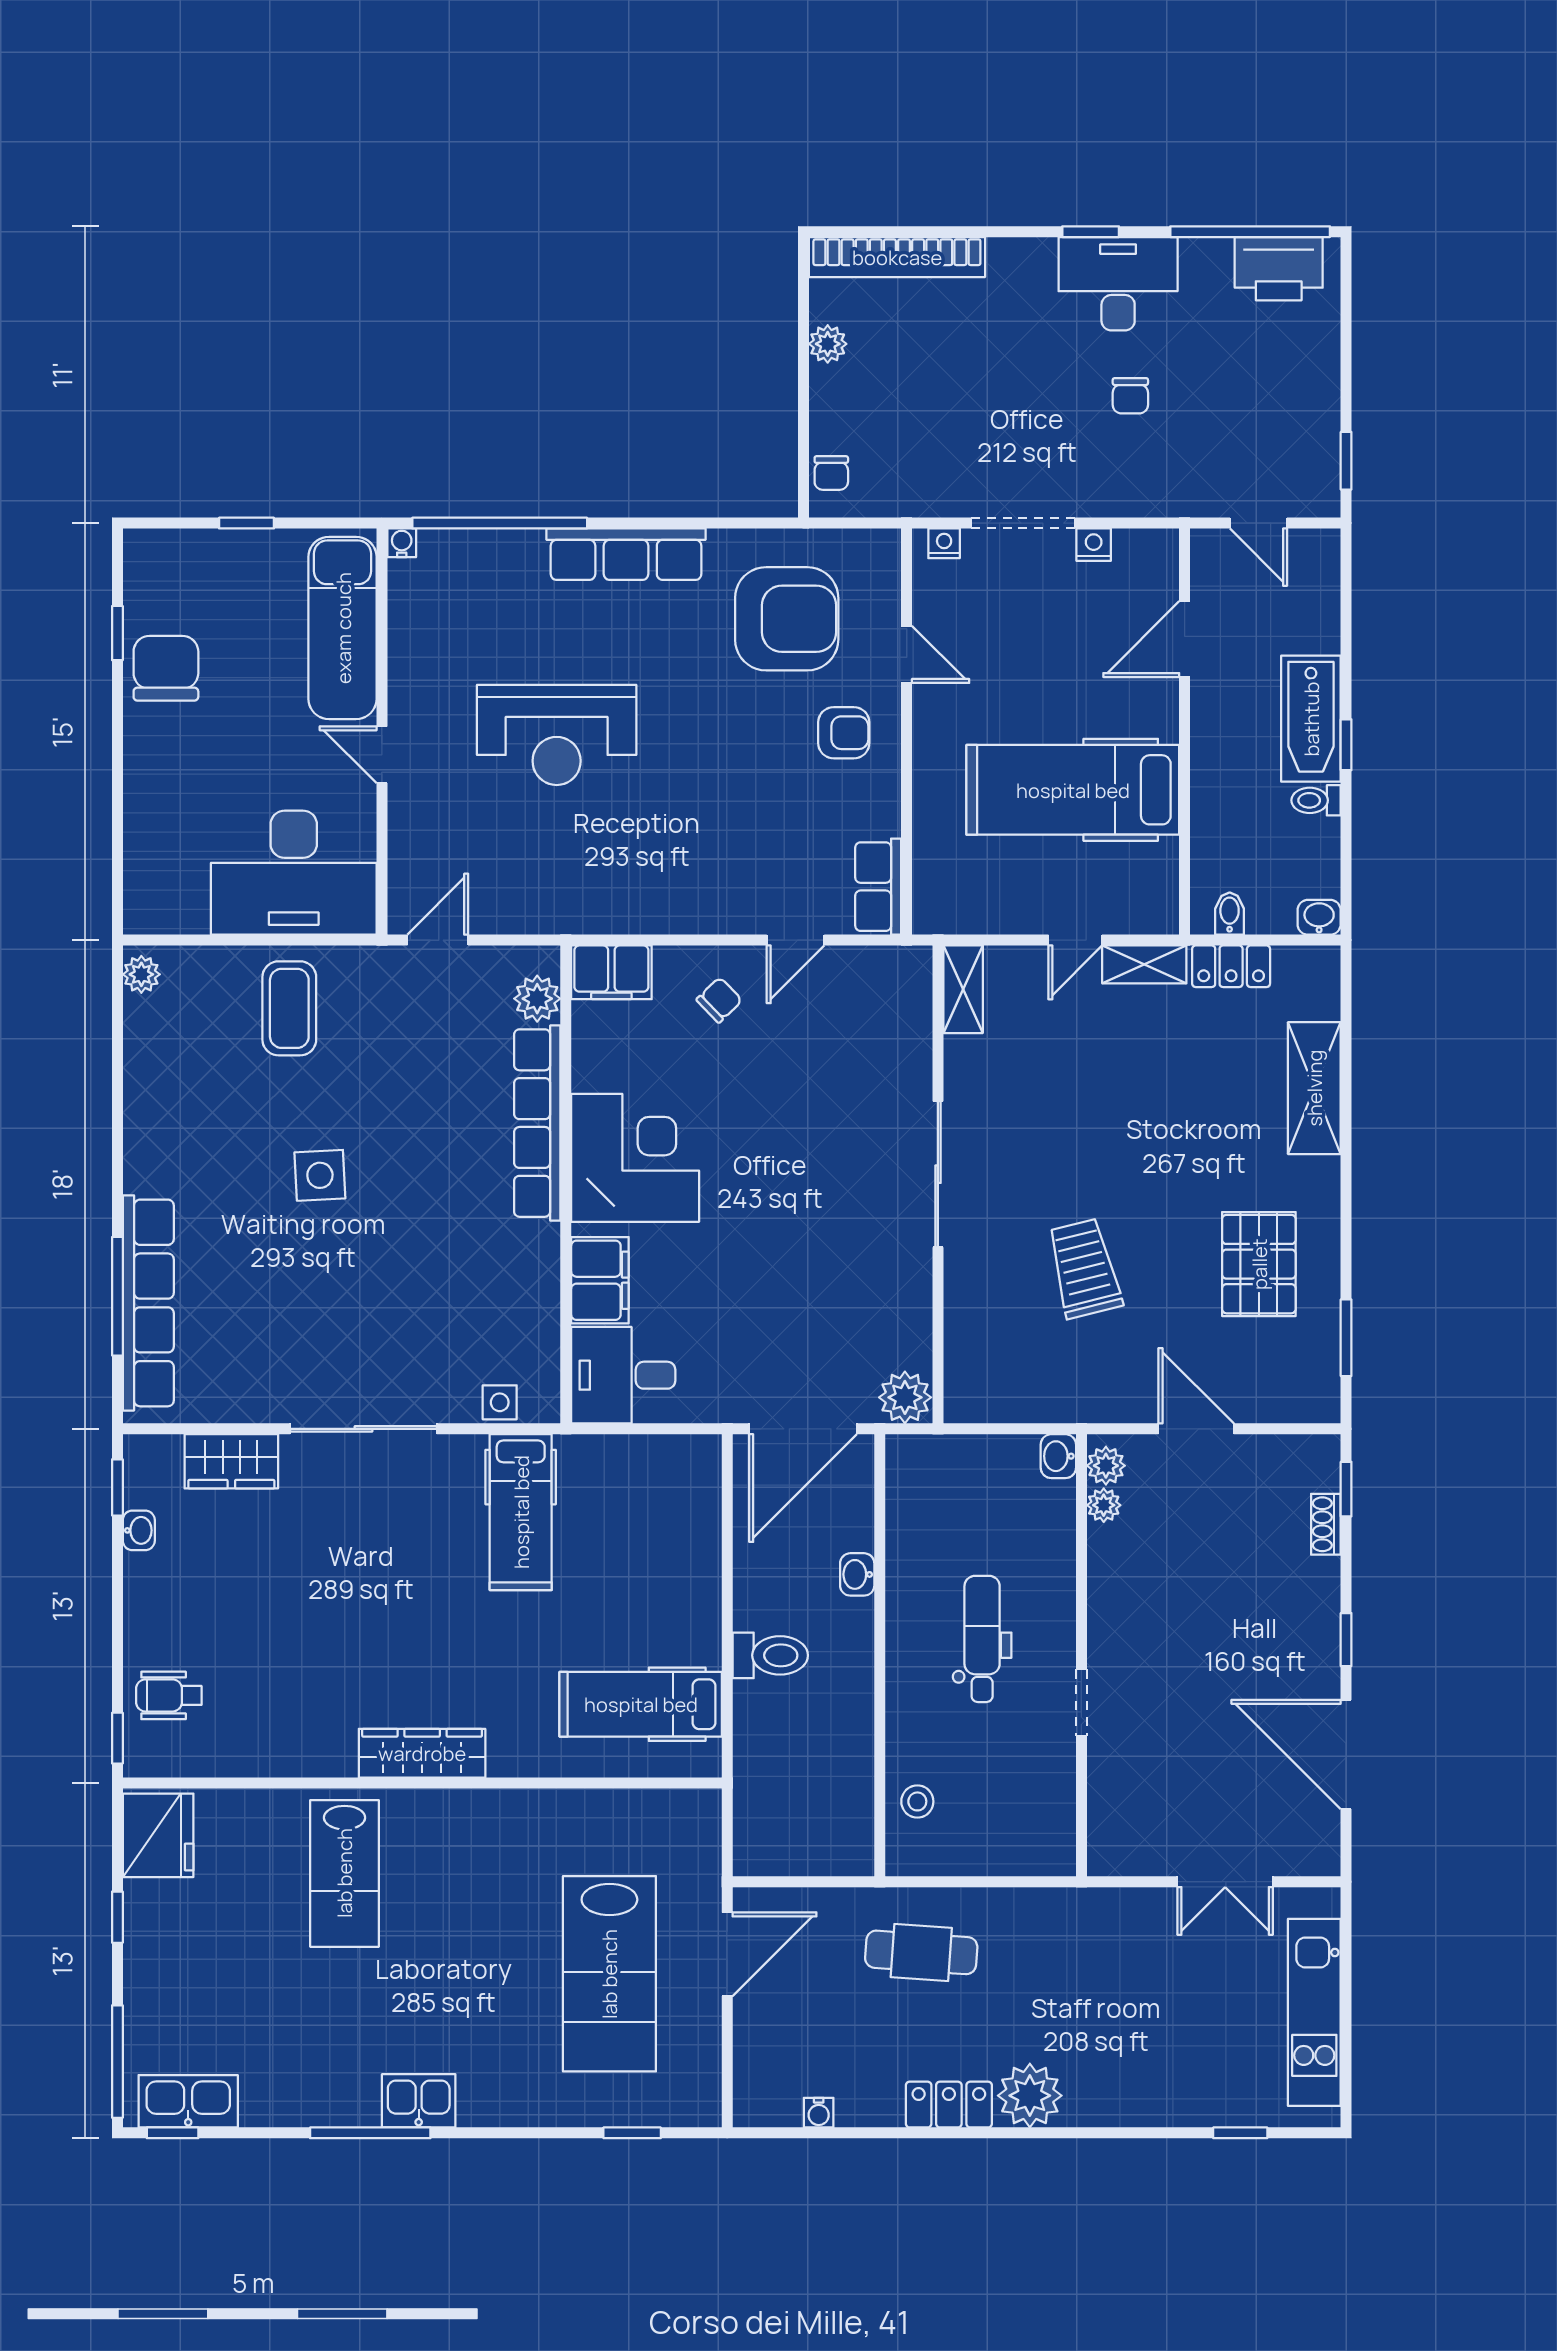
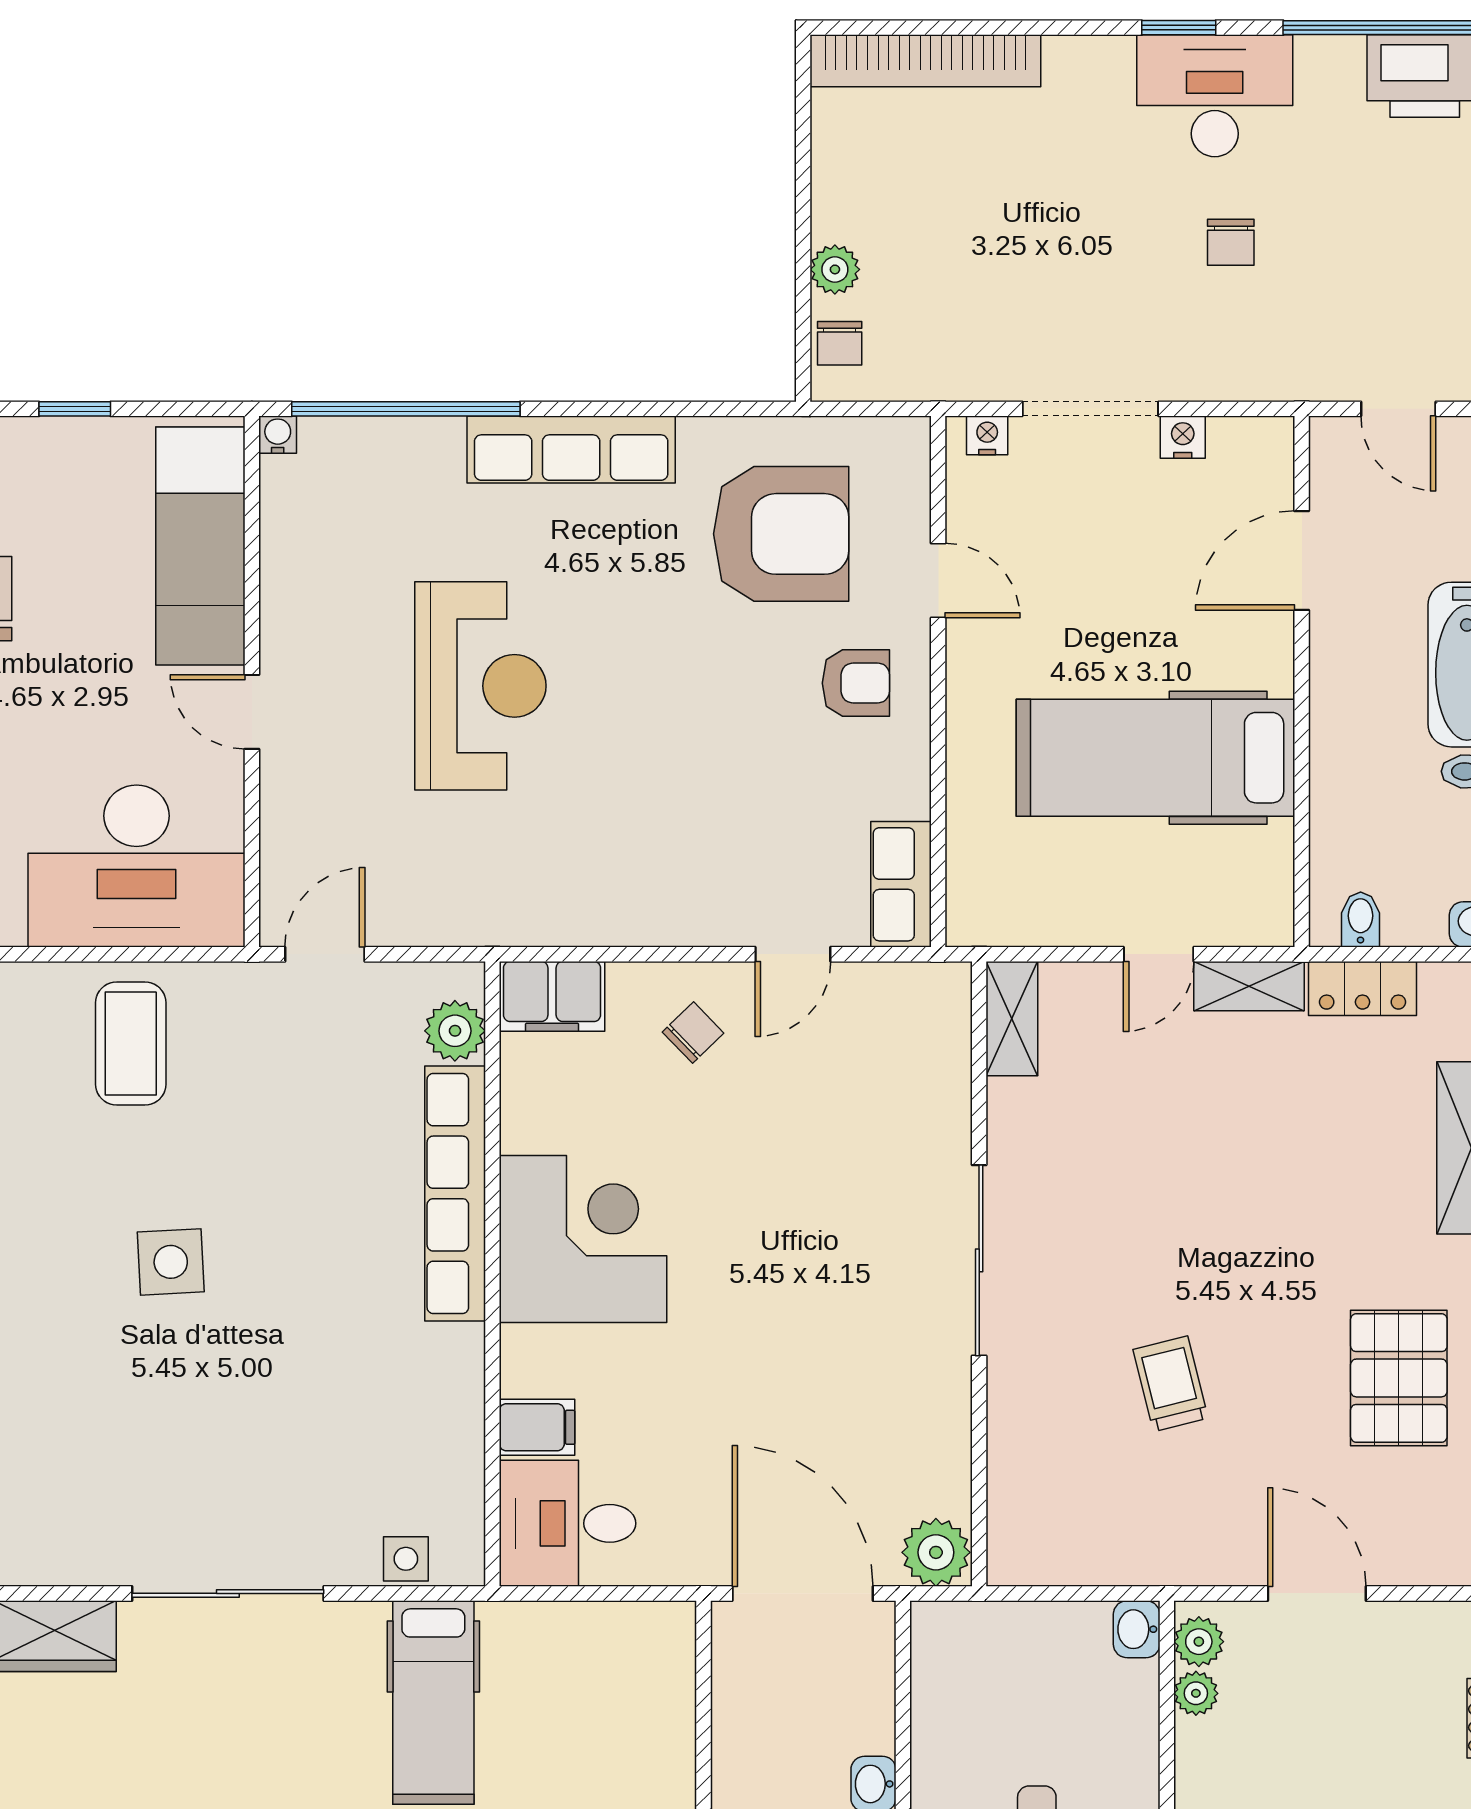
plant: (828, 344) -> (835, 269), moved
reception desk: (557, 735) -> (480, 686), turned -90
trolley: (1084, 1269) -> (1171, 1384), width x0.73, depth x0.72
filing cabinet: (600, 1280) -> (537, 1427), width x0.50
door: (803, 1429) -> (803, 1593), swing flipped

